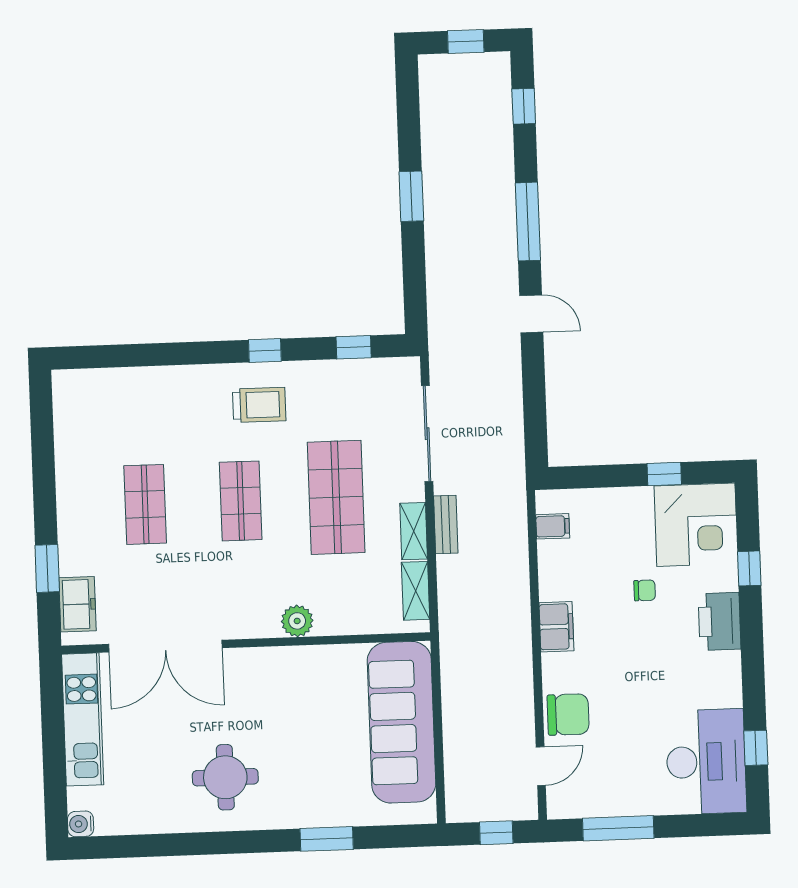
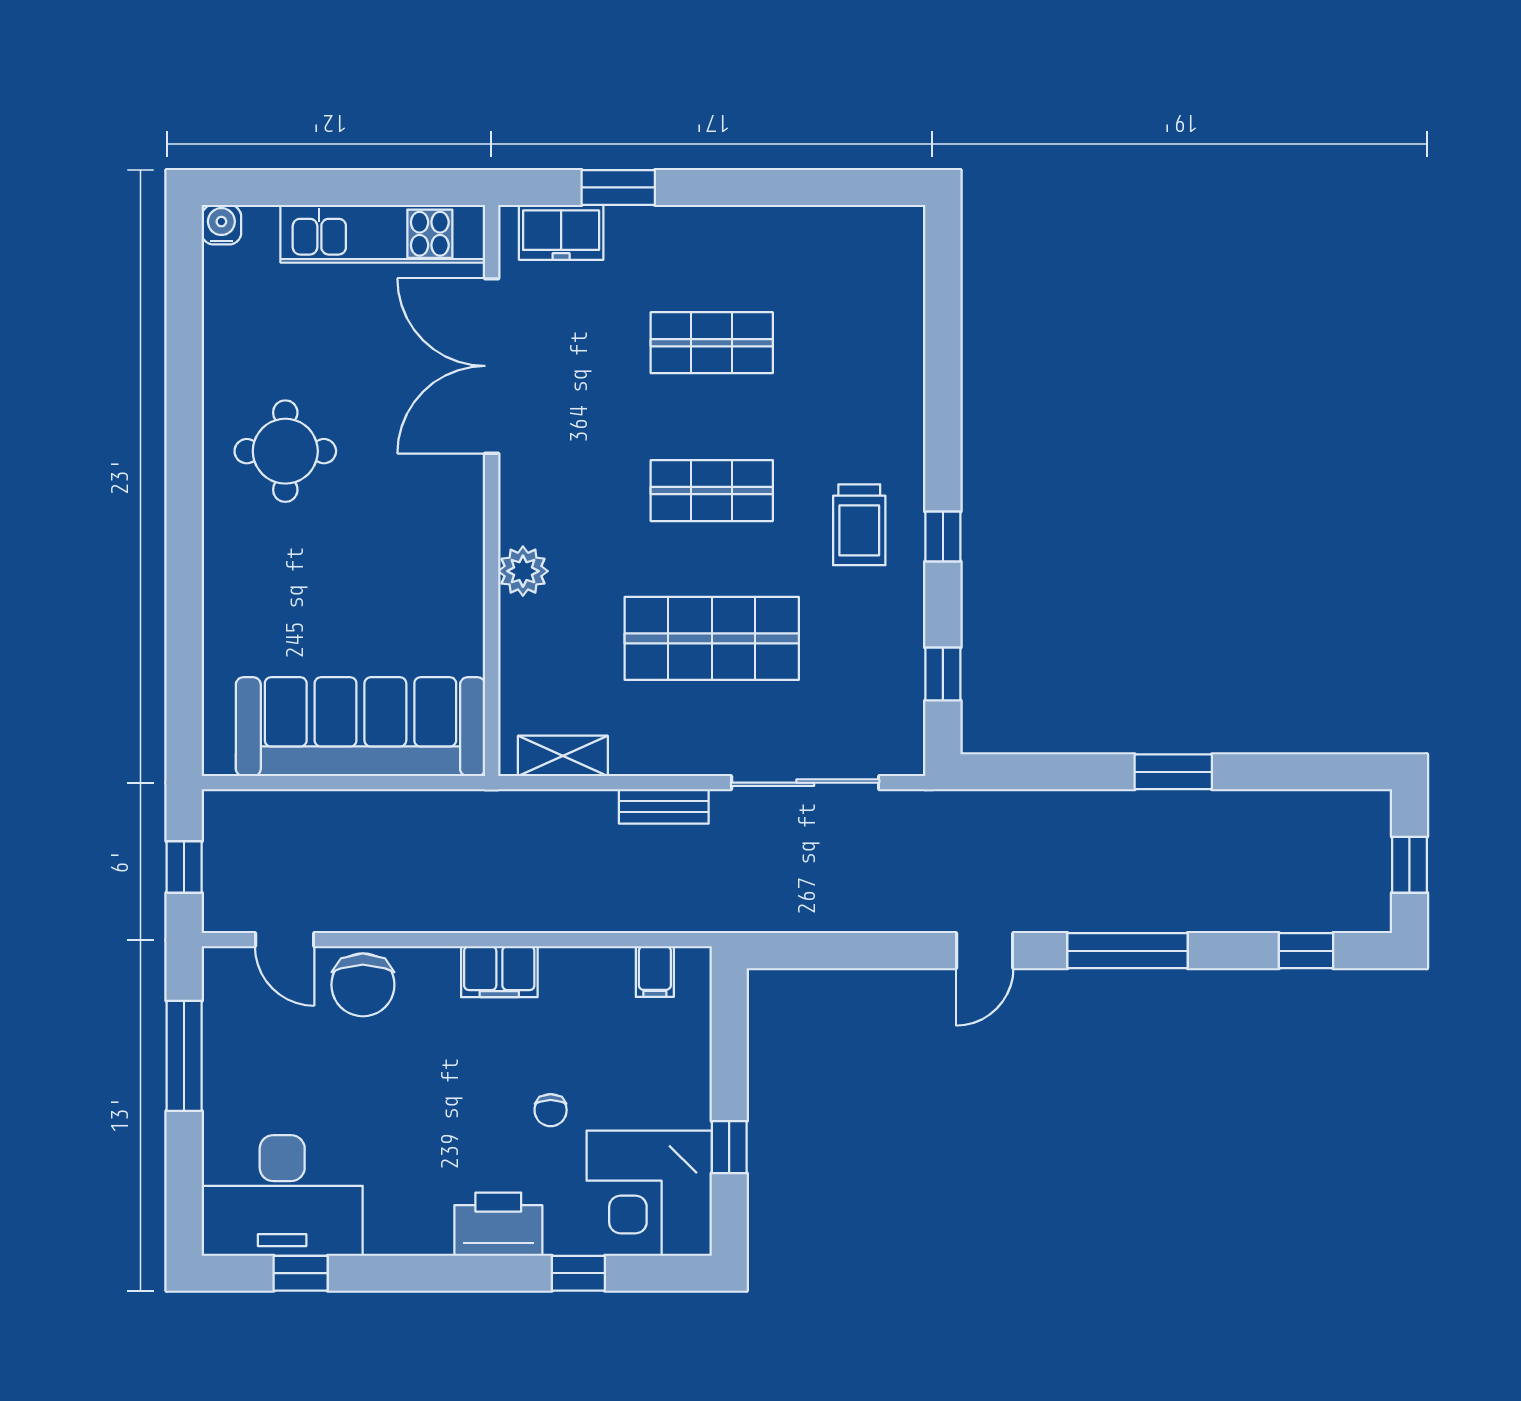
shelving: (414, 531) -> (655, 756), removed
window: (327, 839) -> (184, 604), removed

